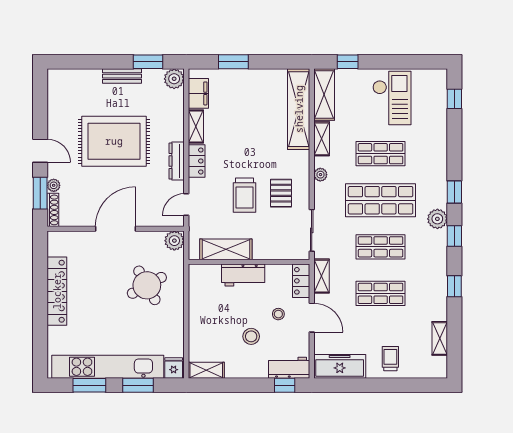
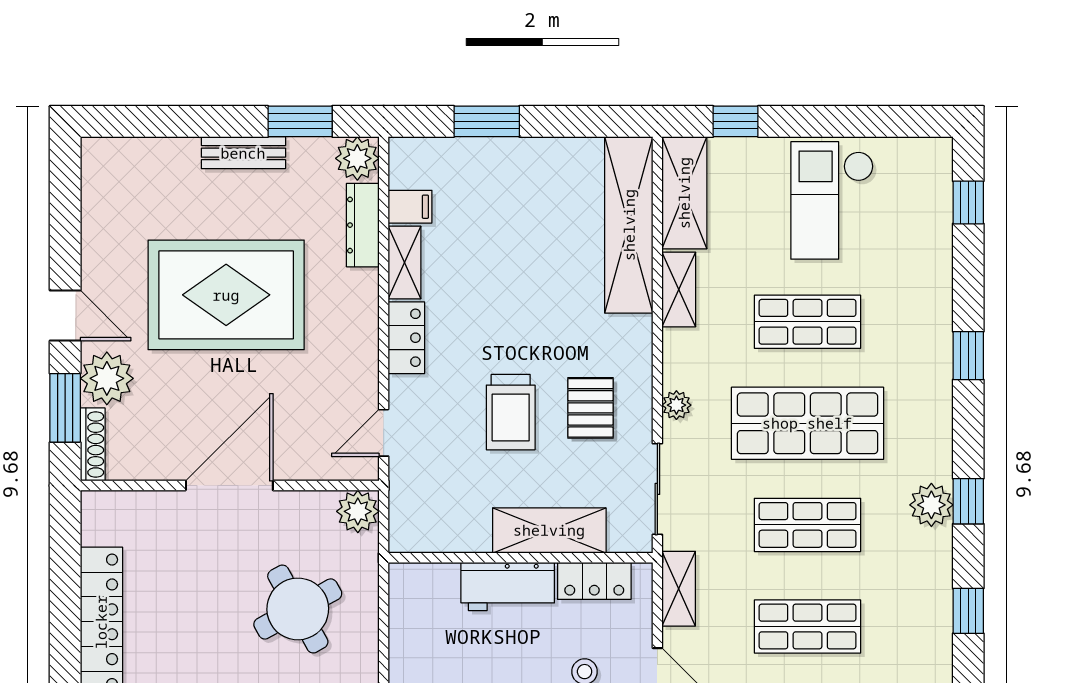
filing cabinet: (198, 93) -> (410, 207), width x0.50
checkout: (392, 98) -> (832, 200), turned 180
dresser: (177, 161) -> (363, 225), moved
plant: (320, 175) -> (676, 405), moved
plant: (54, 185) -> (107, 378), width x1.88, depth x1.88
window: (454, 192) -> (968, 356), moved
plant: (437, 219) -> (931, 505), moved
shelving: (226, 249) -> (549, 530), moved
locker: (301, 281) -> (594, 581), moved, turned -90

